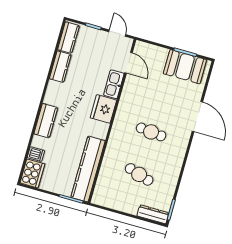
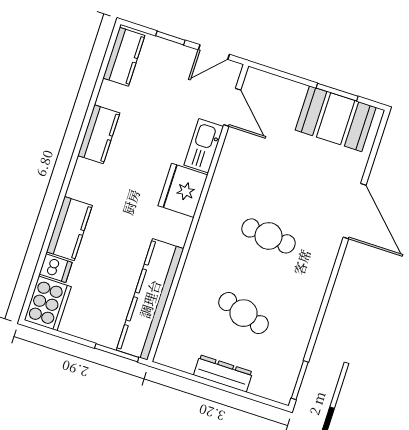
door: (117, 33) -> (214, 52), swing flipped
kitchen counter: (60, 67) -> (99, 134), moved
kitchen counter: (46, 121) -> (69, 229), moved
dresser: (153, 214) -> (223, 373), moved

